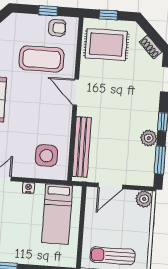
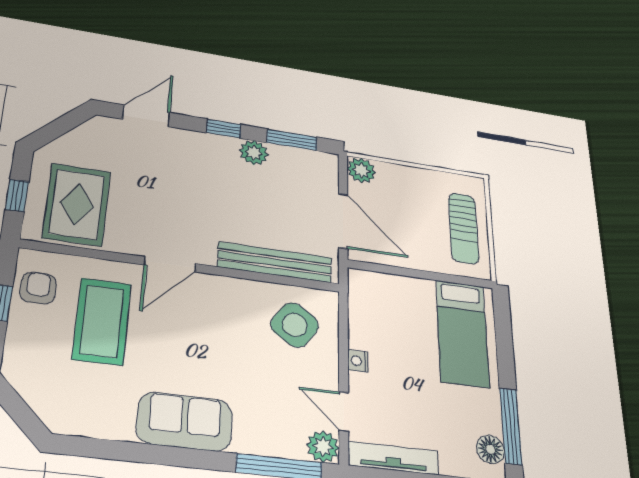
shoe rack: (151, 47) -> (84, 133), removed
side table: (46, 156) -> (295, 325), turned 35
door: (110, 186) -> (343, 221), width x1.36
bed: (57, 214) -> (462, 333), moved, turned 90

